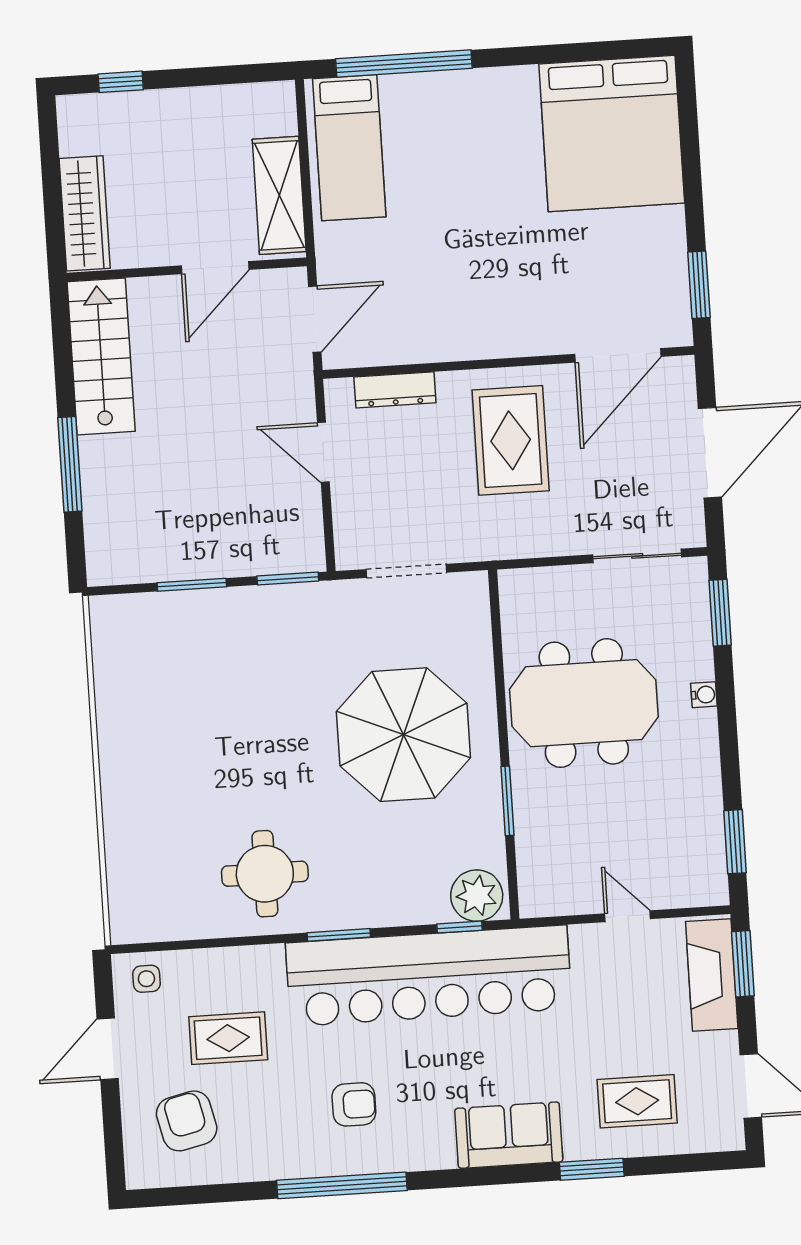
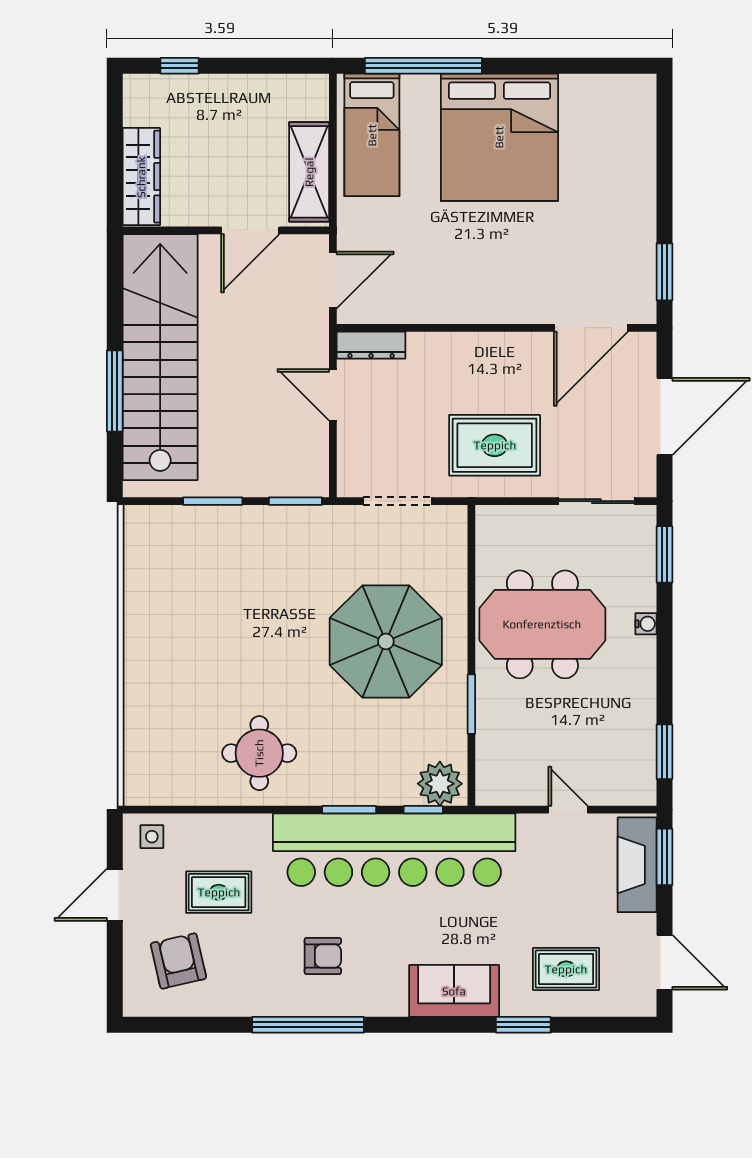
bed: (612, 133) -> (499, 137), moved
stairs: (101, 357) -> (160, 357), width x1.86, depth x1.51
dresser: (395, 390) -> (371, 345), moved
rug: (511, 440) -> (495, 445), moved, turned 90
window: (339, 935) -> (349, 810), moved

